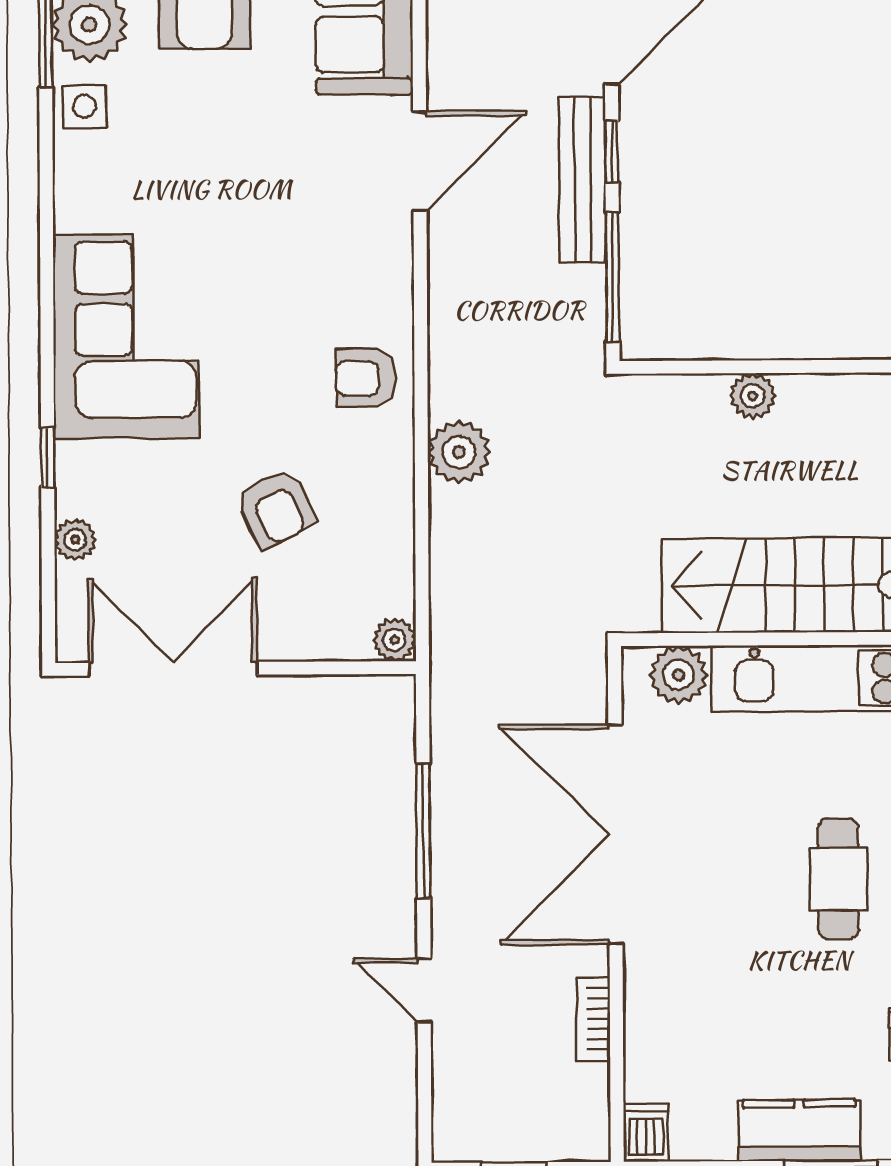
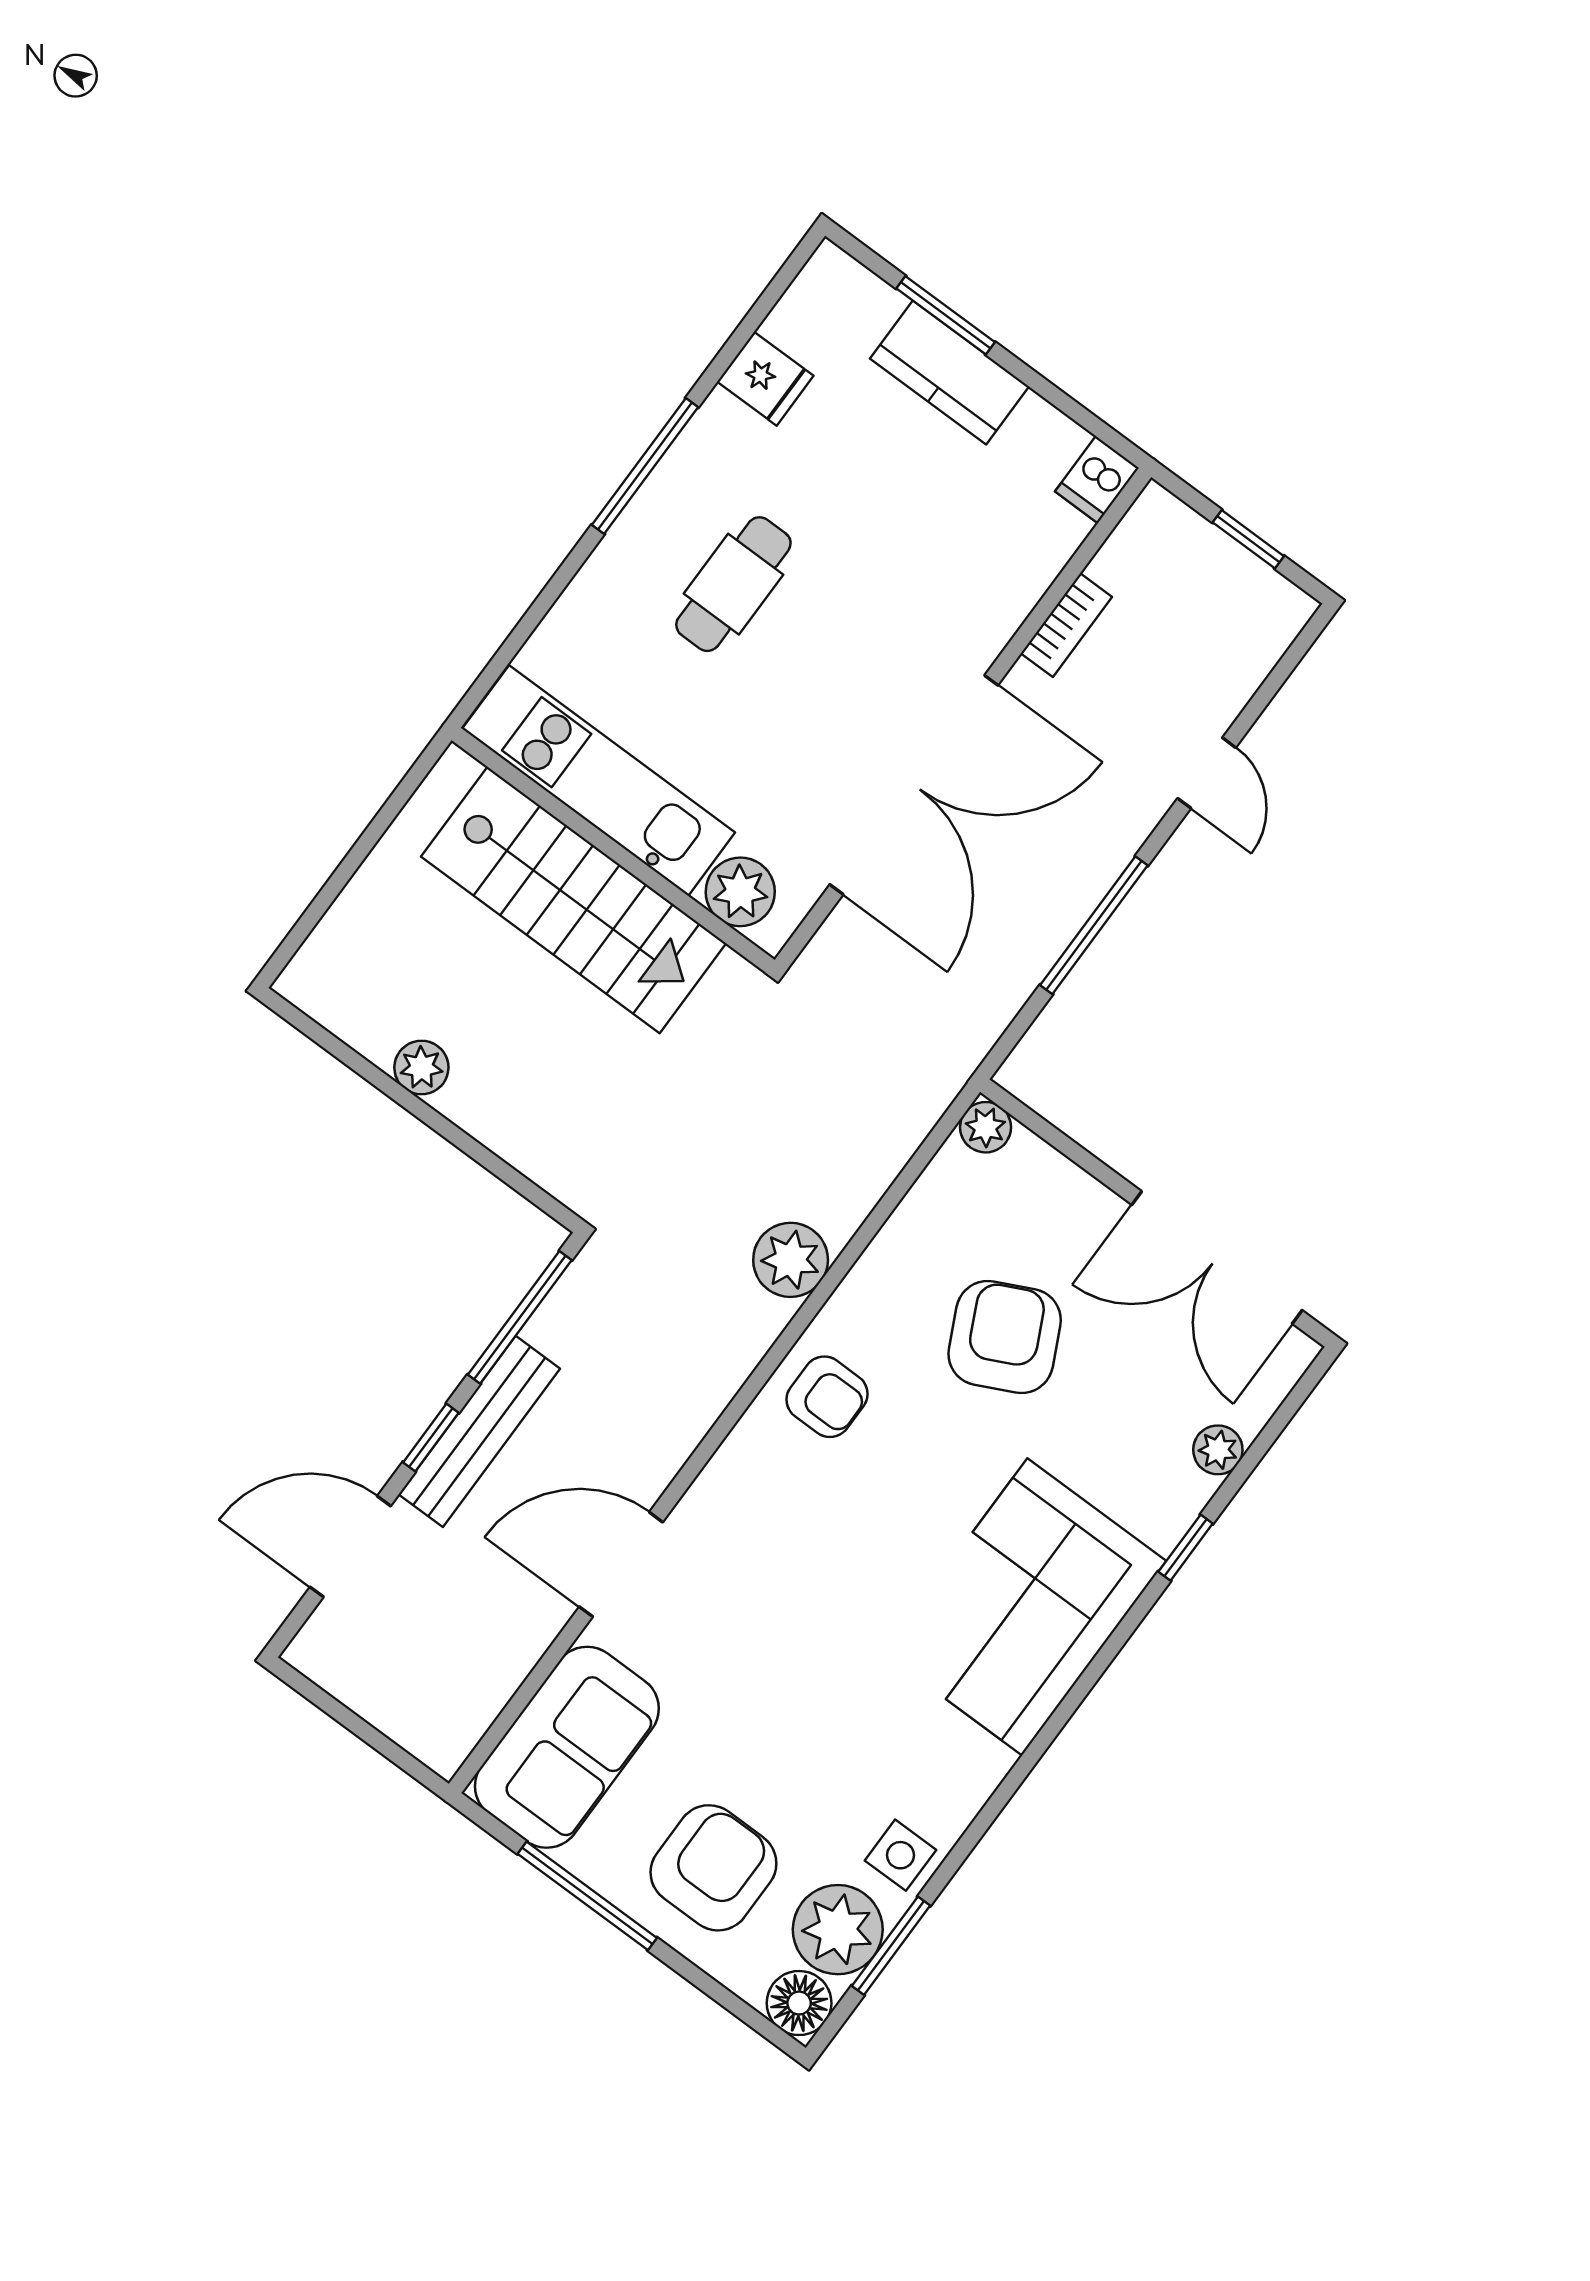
plant: (753, 396) -> (421, 1068), moved
armchair: (276, 508) -> (1005, 1337), width x1.38, depth x1.38

